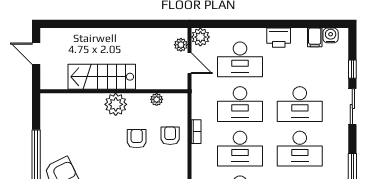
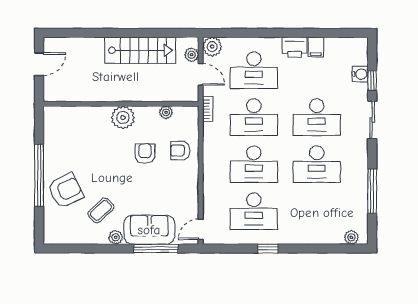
water cooler: (331, 35) -> (360, 74), moved, turned 90
filing cabinet: (315, 37) -> (316, 47), moved
door: (36, 54) -> (39, 64), swing flipped
stairs: (102, 77) -> (140, 50), moved, turned 180
bookcase: (196, 132) -> (208, 109), moved
armchair: (170, 136) -> (180, 151), turned -90

